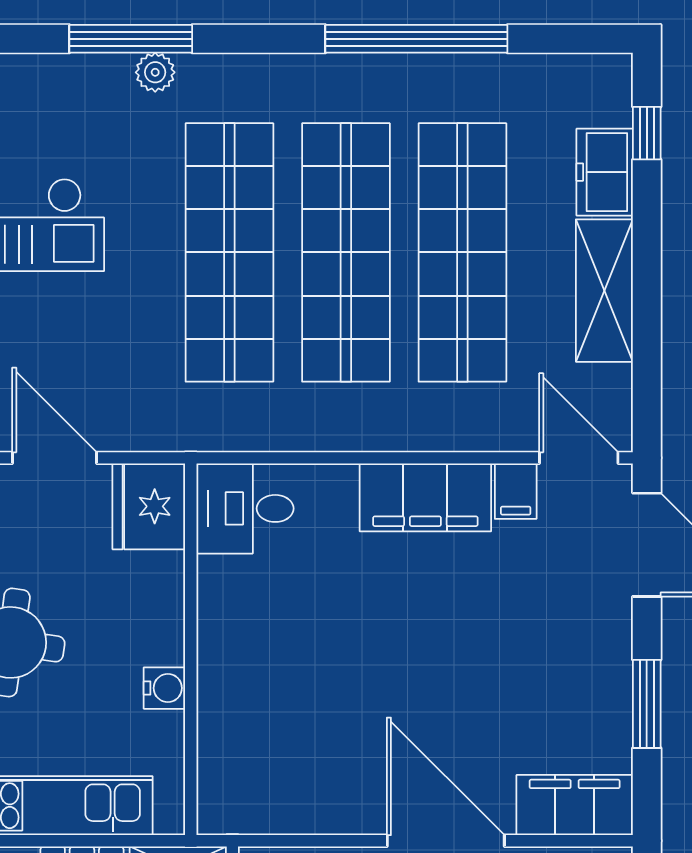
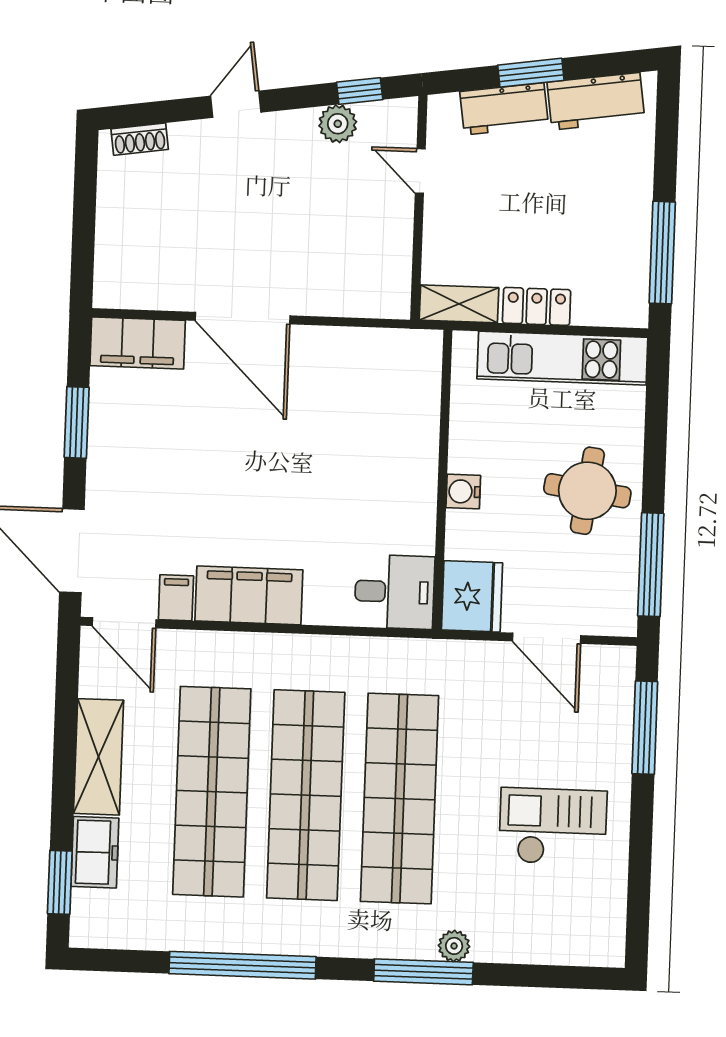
window: (131, 39) -> (423, 972), moved
window: (647, 133) -> (60, 882), width x1.50
water cooler: (164, 688) -> (463, 491), moved

